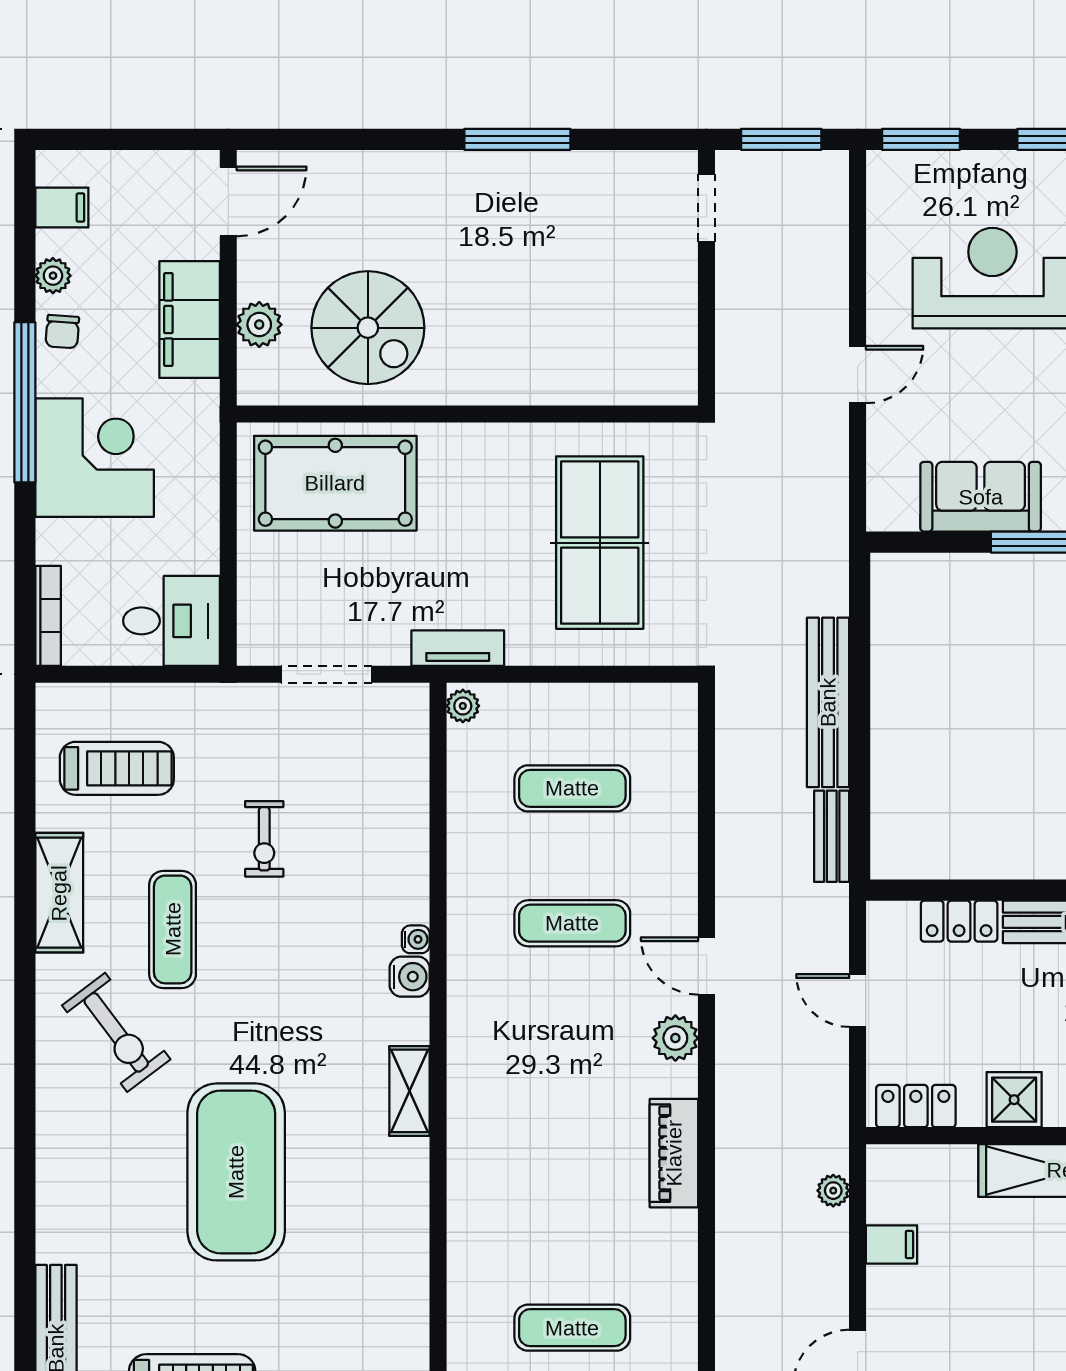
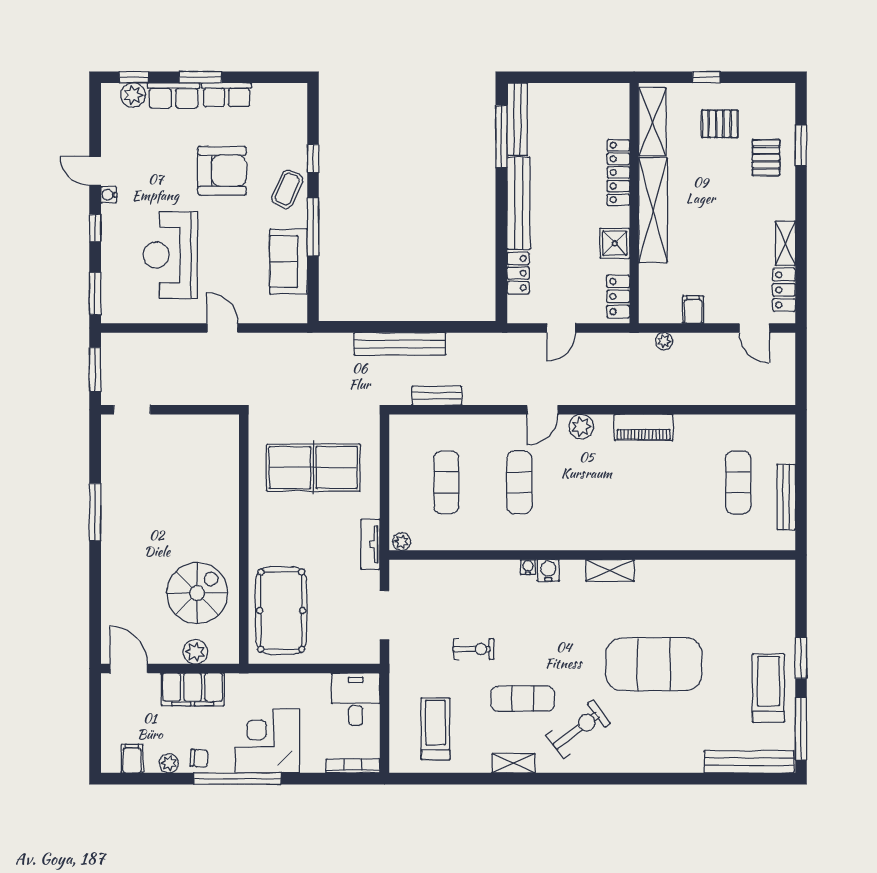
bench: (832, 836) -> (437, 396), moved
shelving: (59, 893) -> (514, 763), width x0.67, depth x0.75

